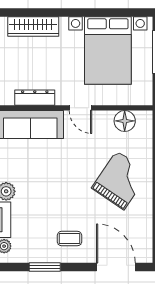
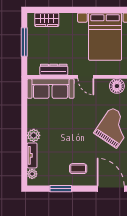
wardrobe: (33, 27) -> (47, 20), width x0.67

